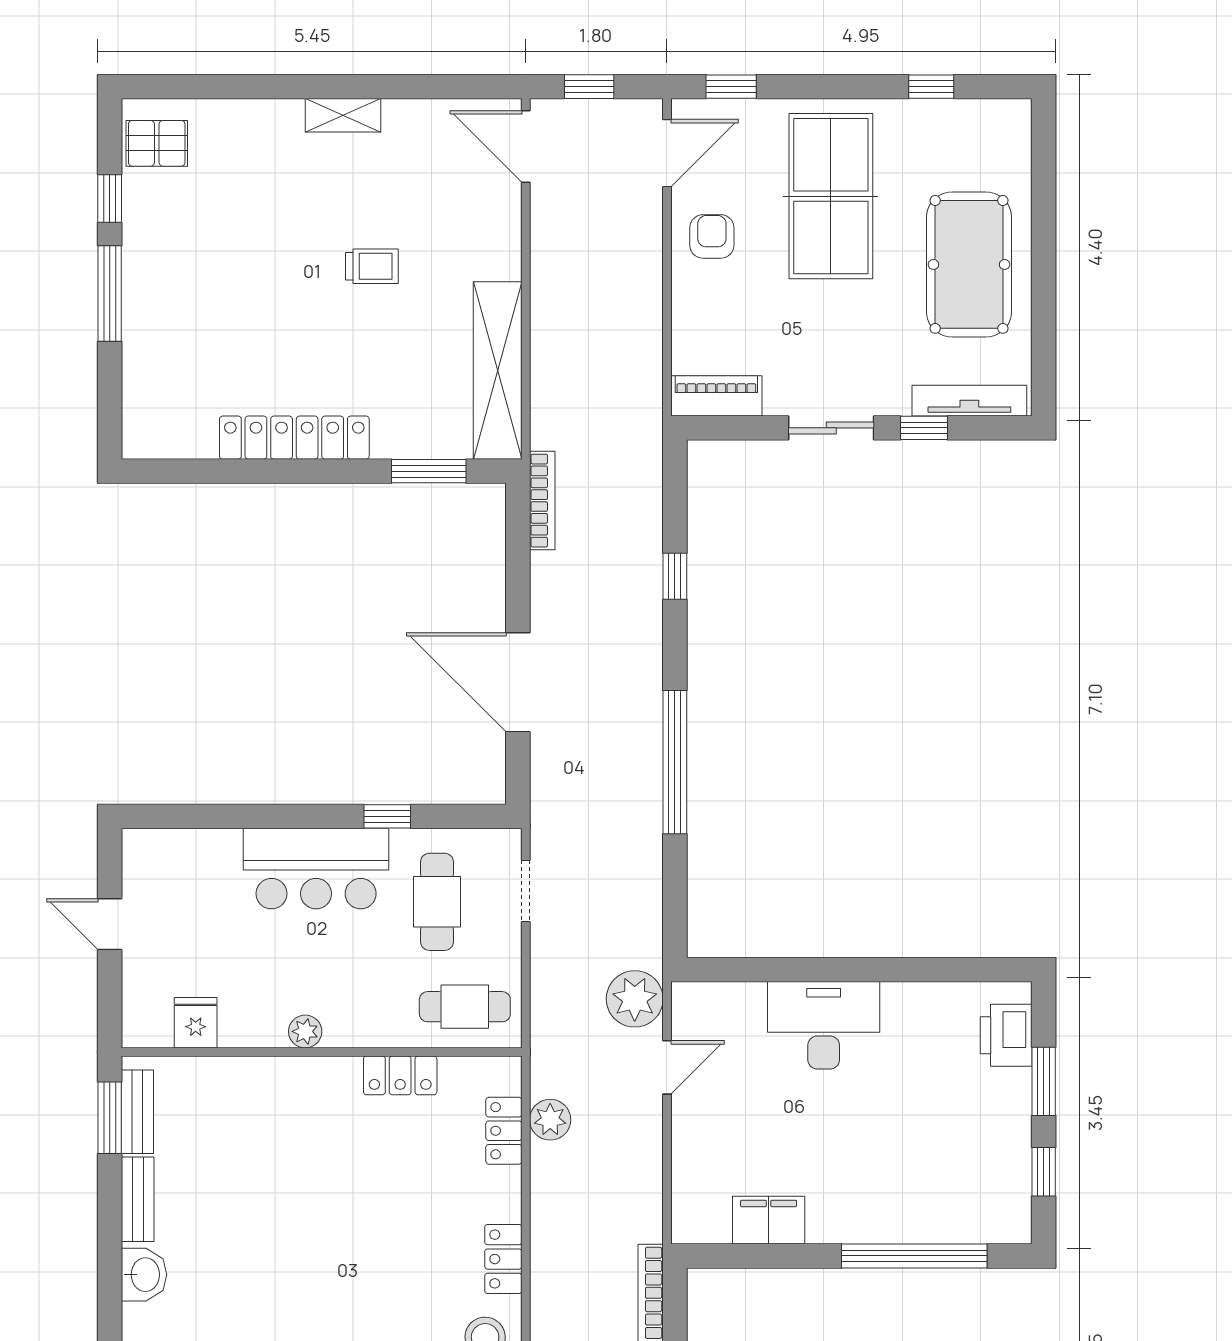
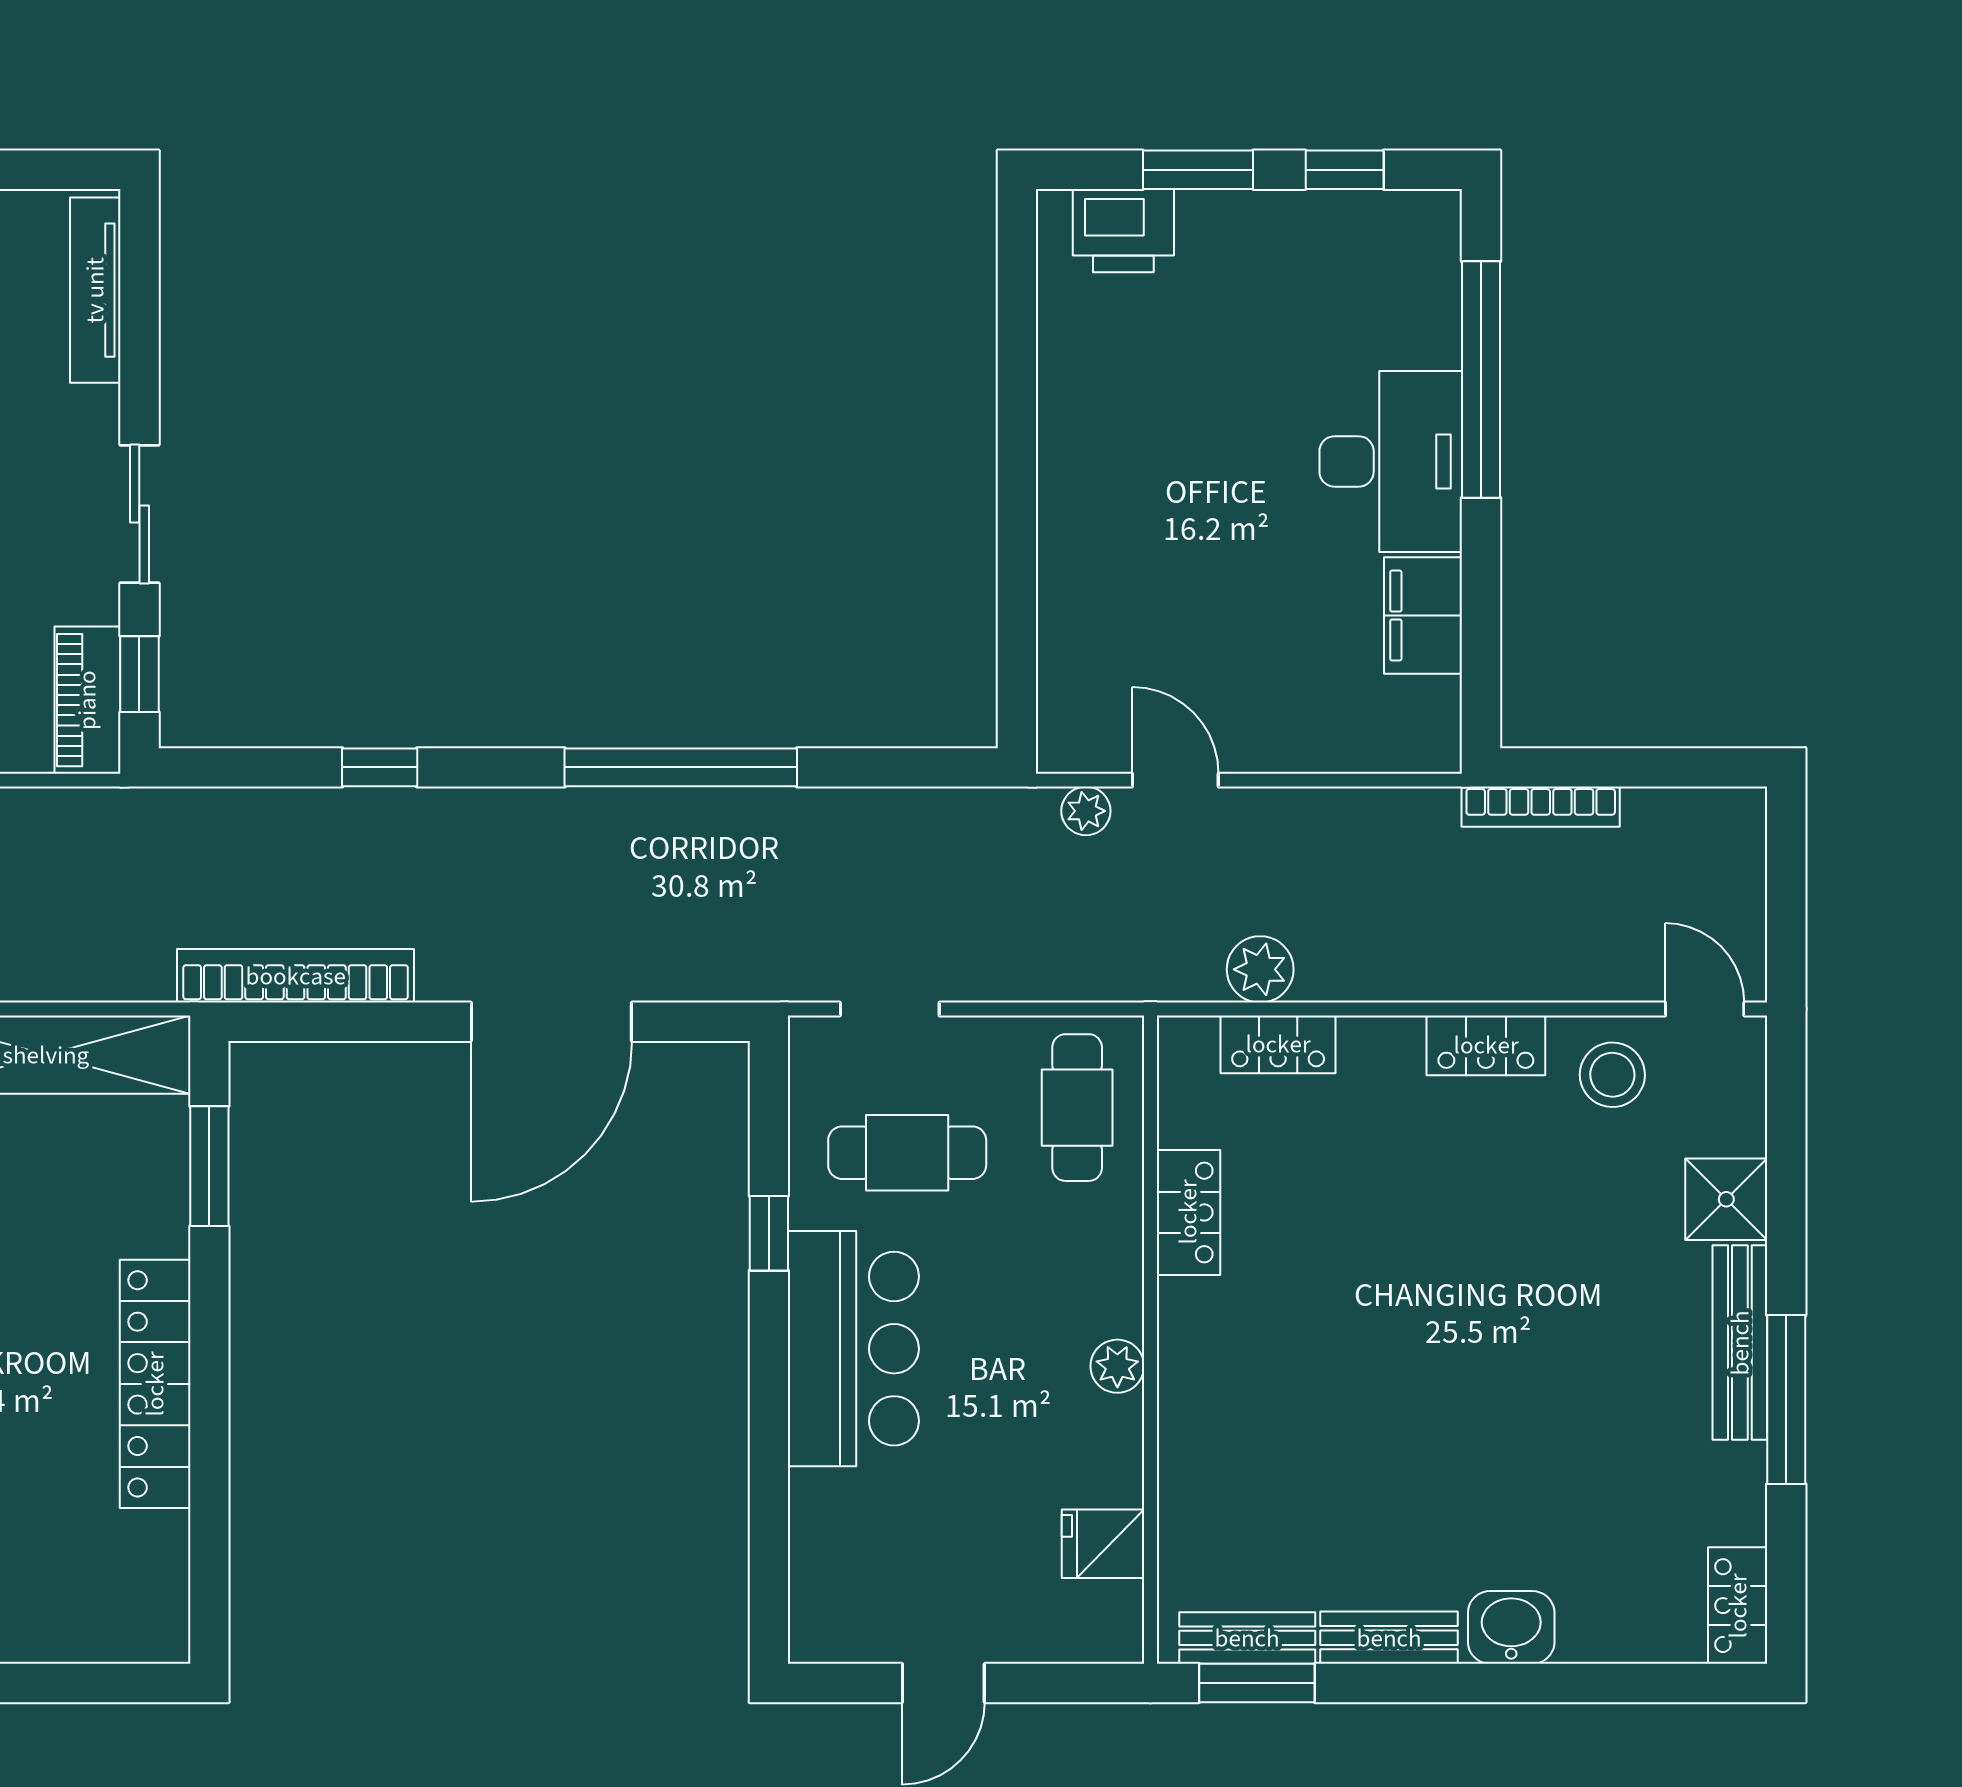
window: (924, 428) -> (139, 674), moved
bookcase: (542, 501) -> (296, 976), width x1.48, depth x1.31
plant: (635, 999) -> (1086, 811), width x0.53, depth x0.53
desk: (824, 1025) -> (1391, 461), moved, turned 180

